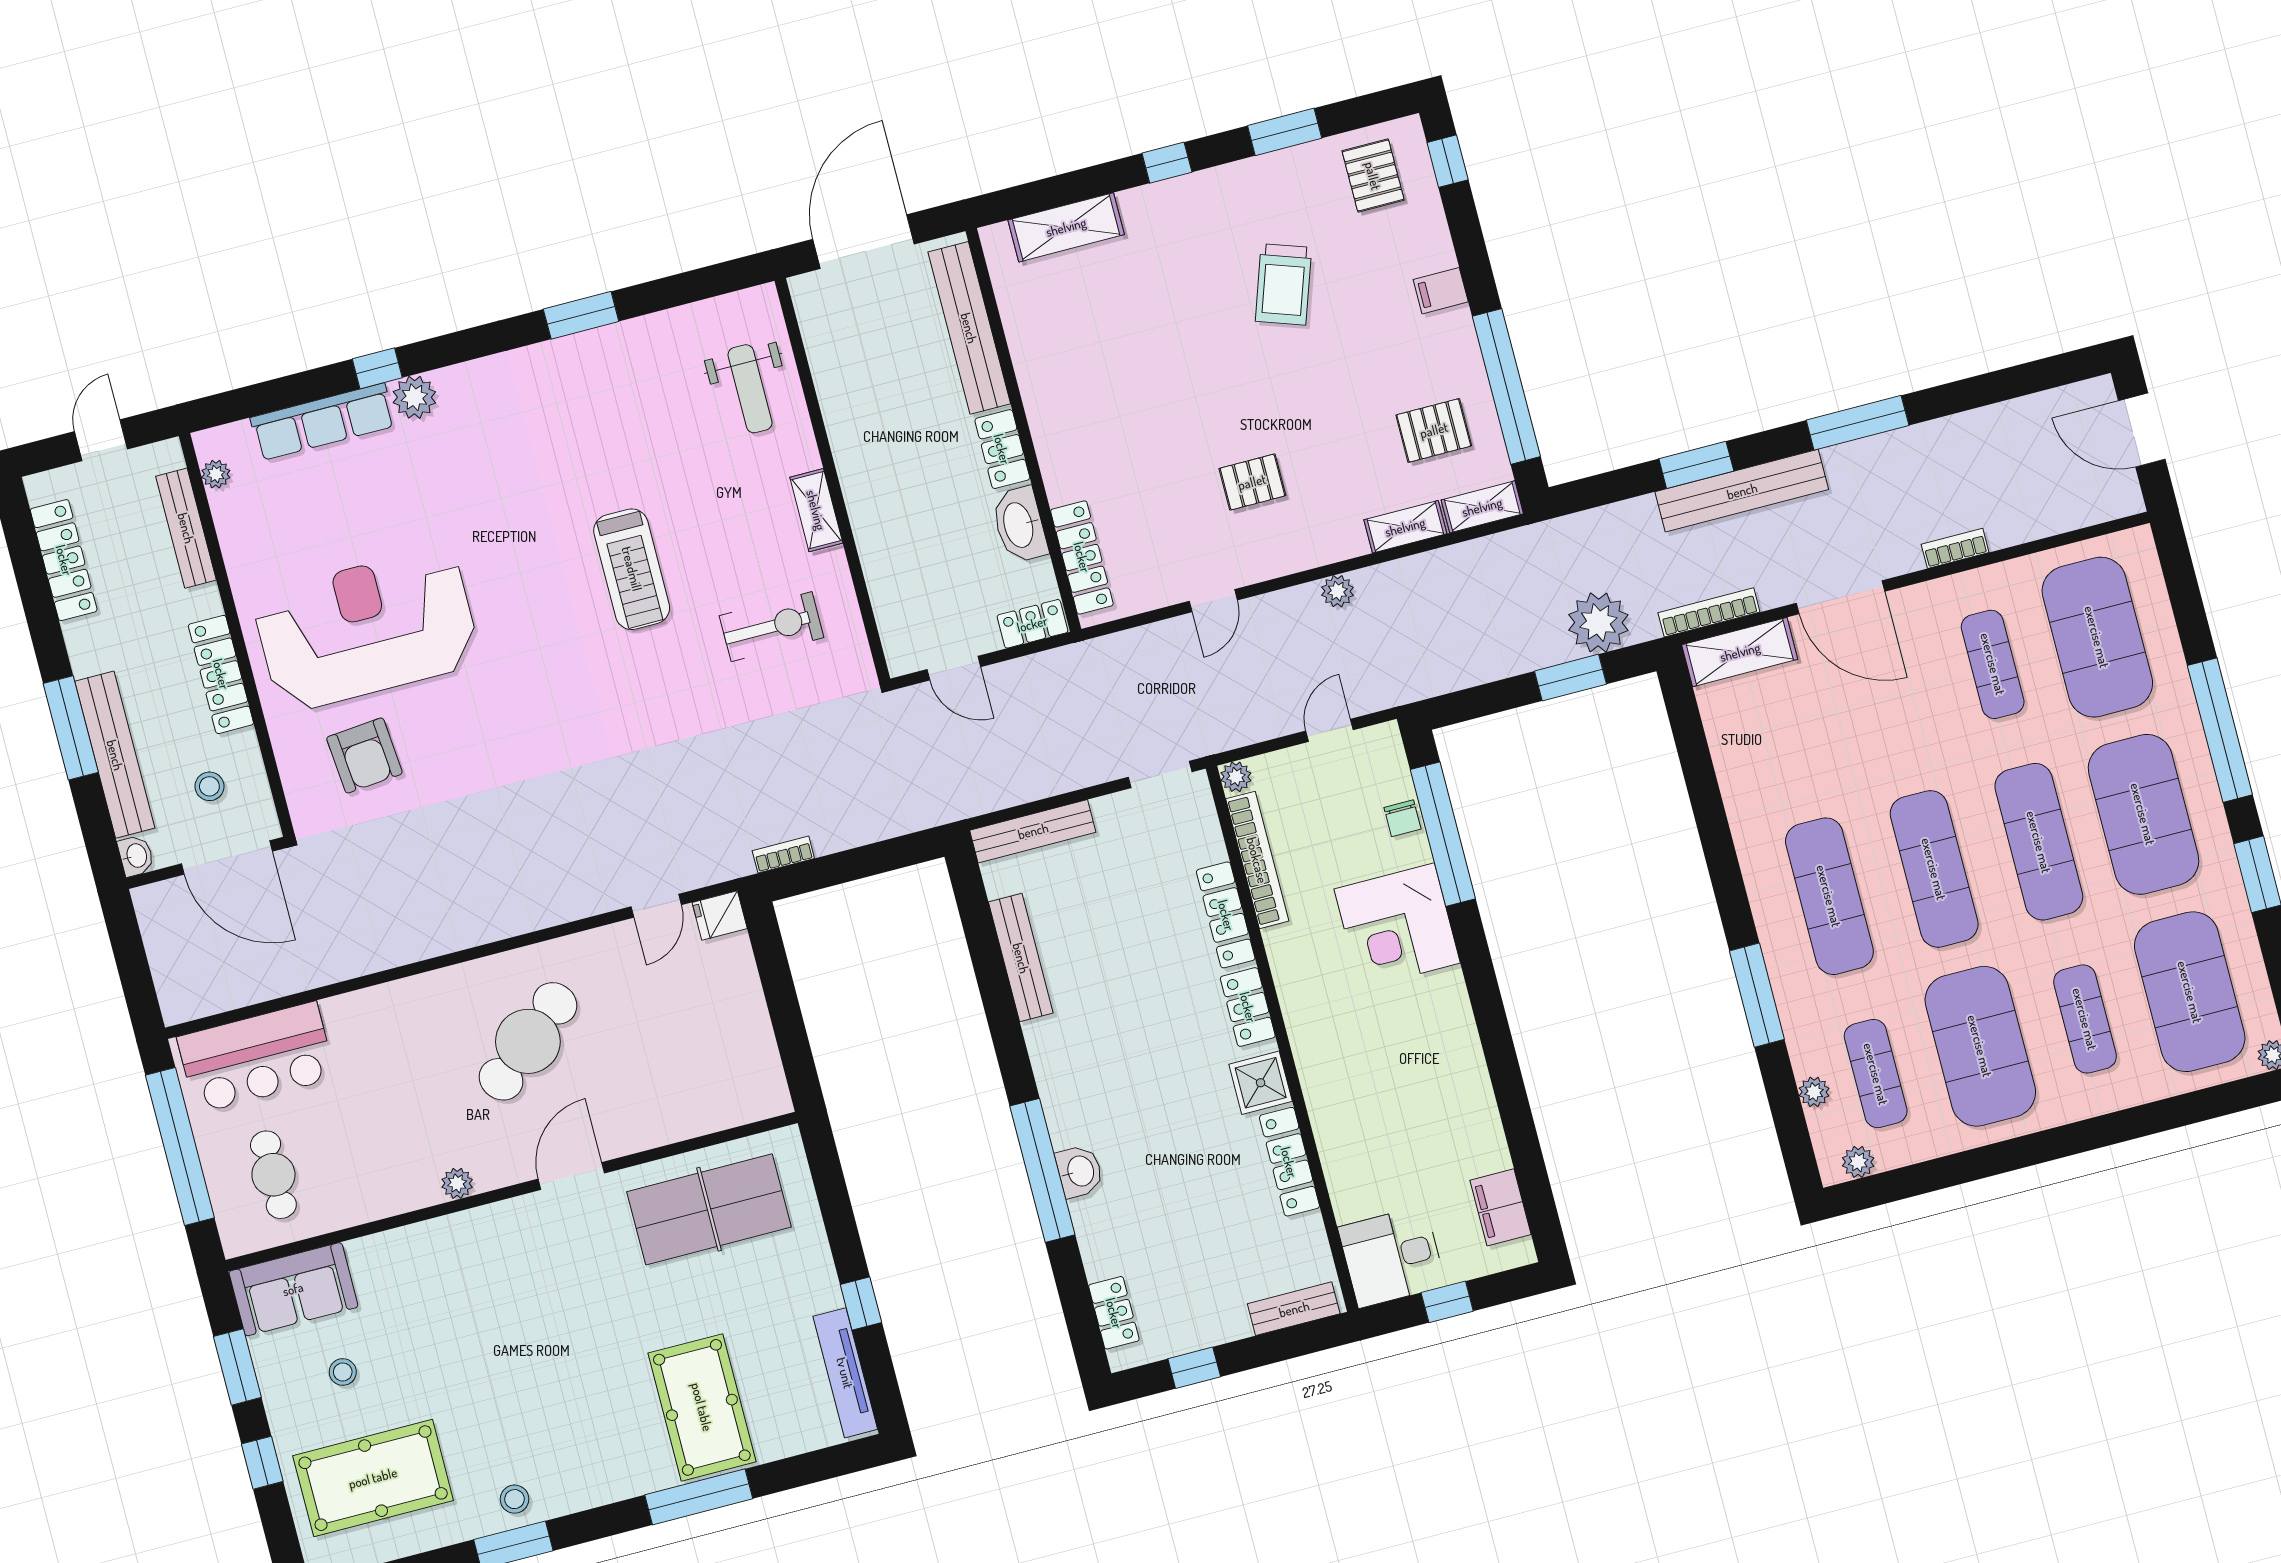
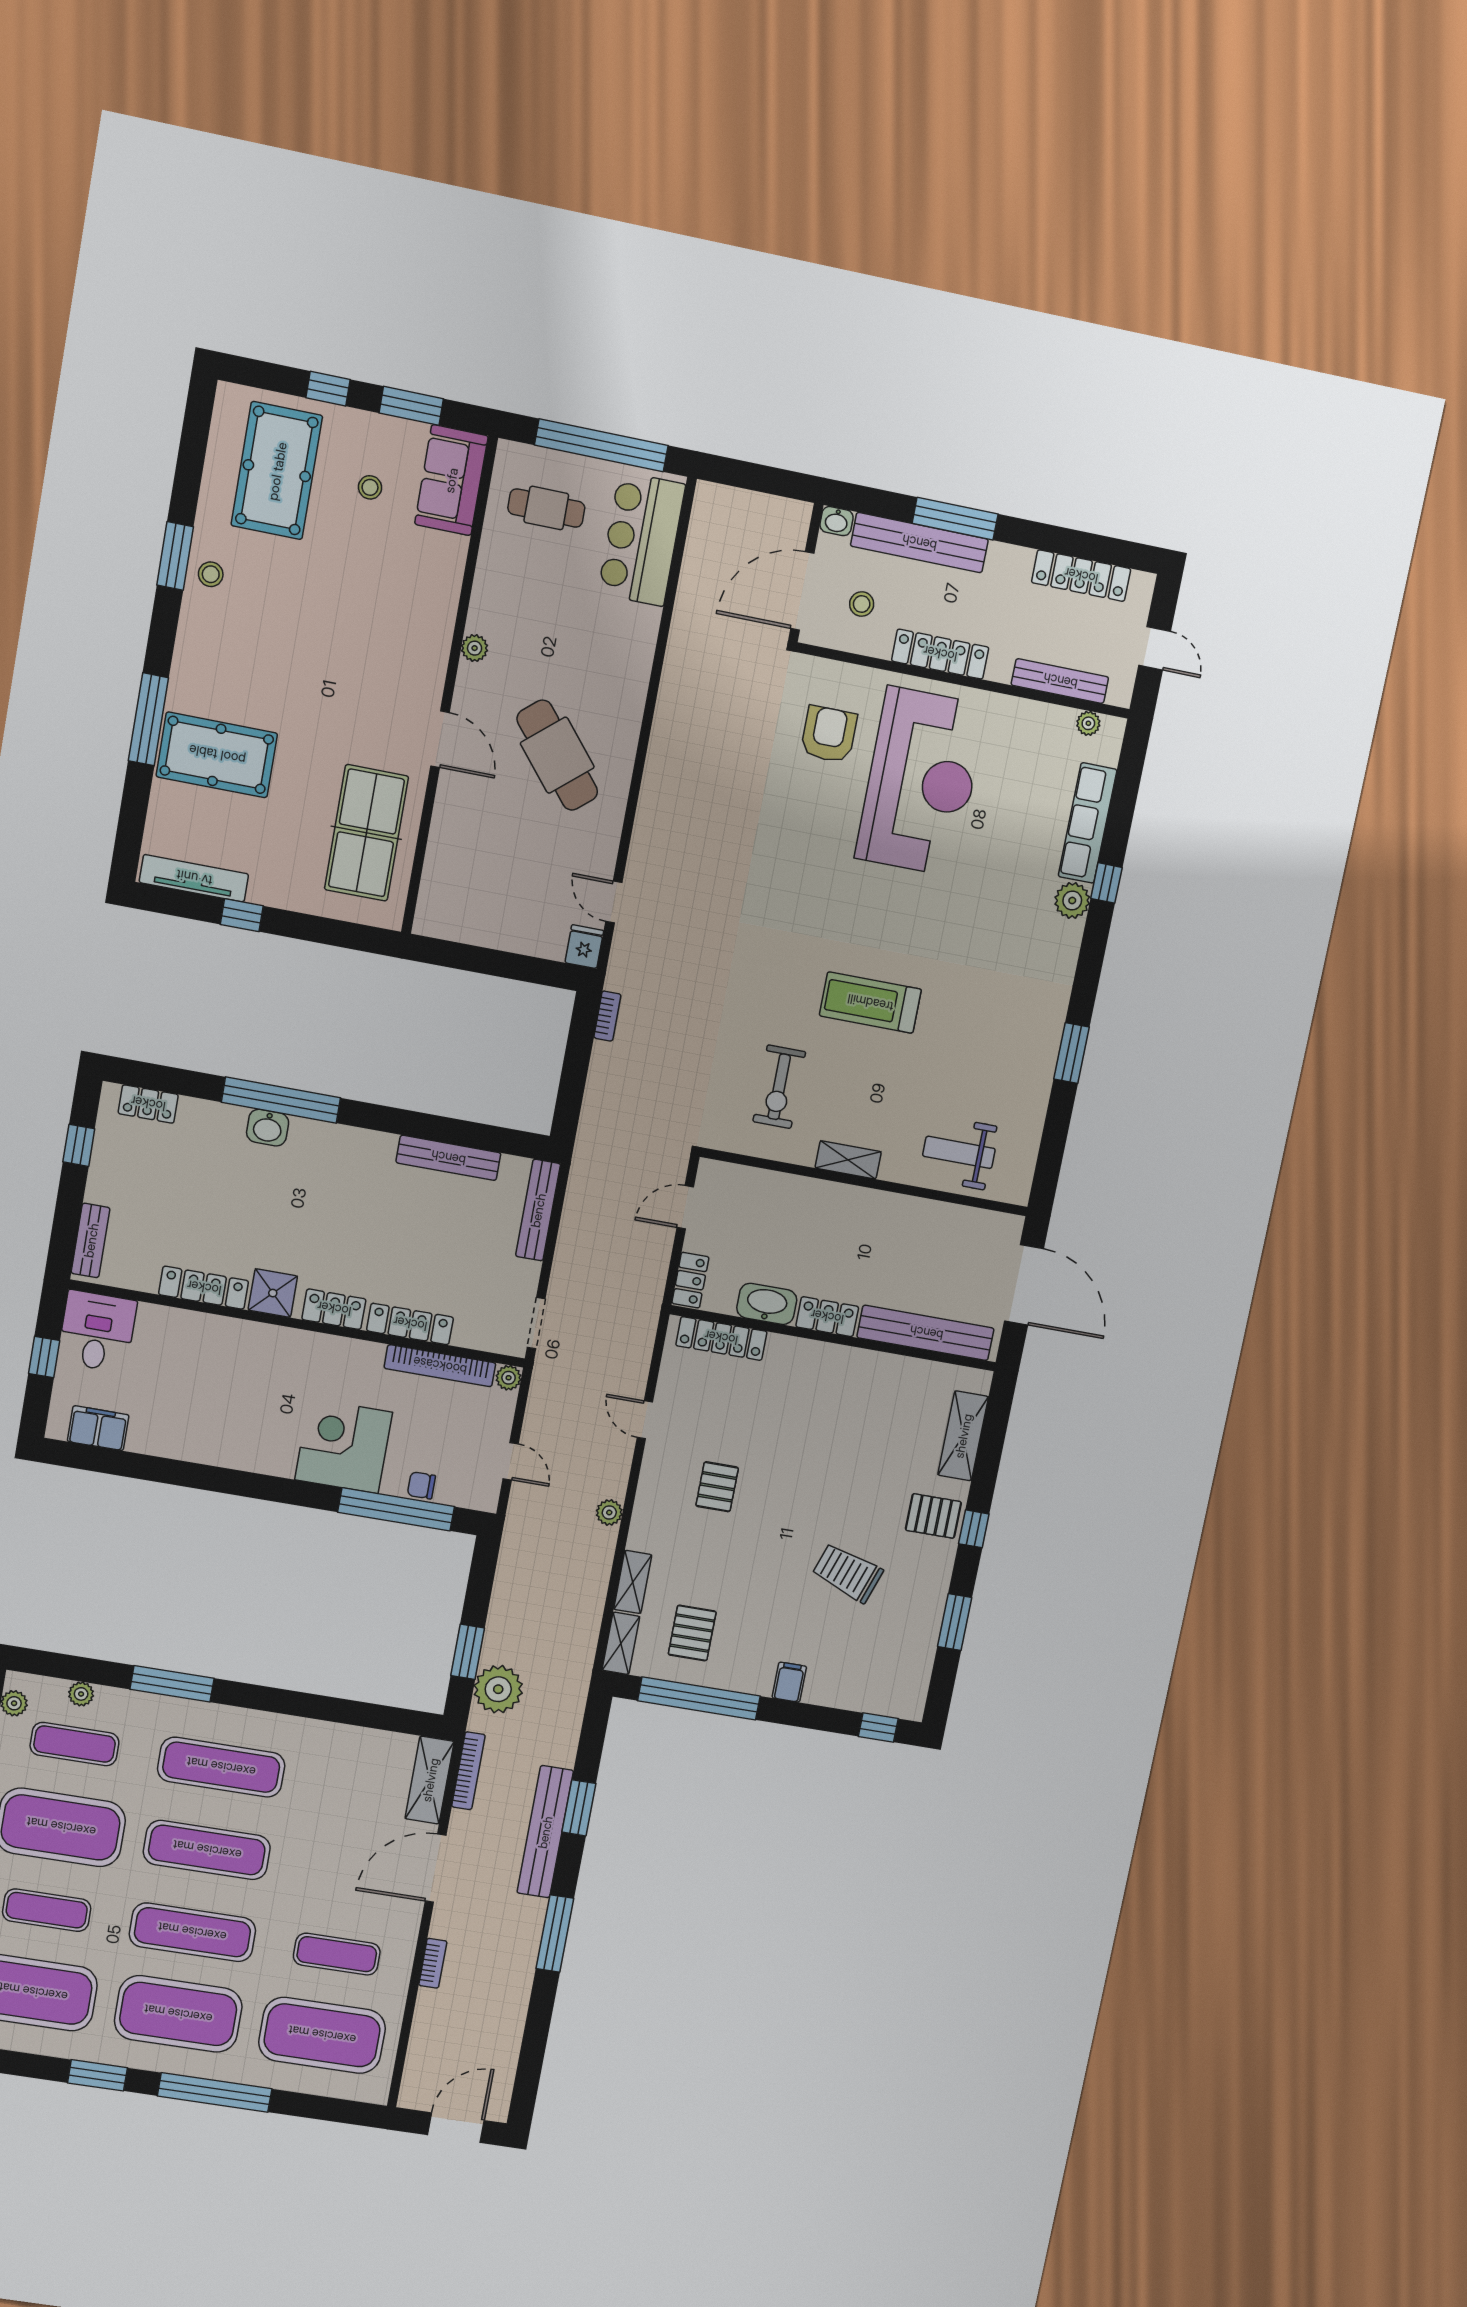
pallet: (1373, 176) -> (933, 1516), moved
armchair: (364, 755) -> (829, 734), turned 95

